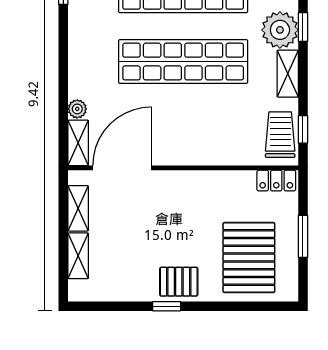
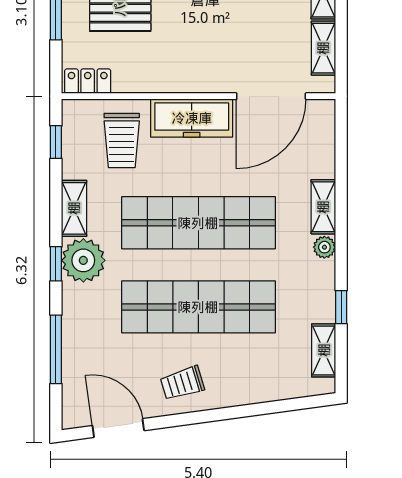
plant: (77, 109) -> (324, 247), moved
trolley: (280, 135) -> (122, 141), moved
shelving: (78, 143) -> (323, 207), moved
freezer: (189, 150) -> (192, 118), added

